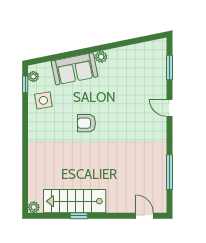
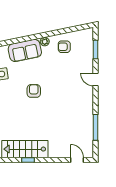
armchair: (127, 64) -> (64, 47), added
armchair: (86, 123) -> (34, 91), turned 90

